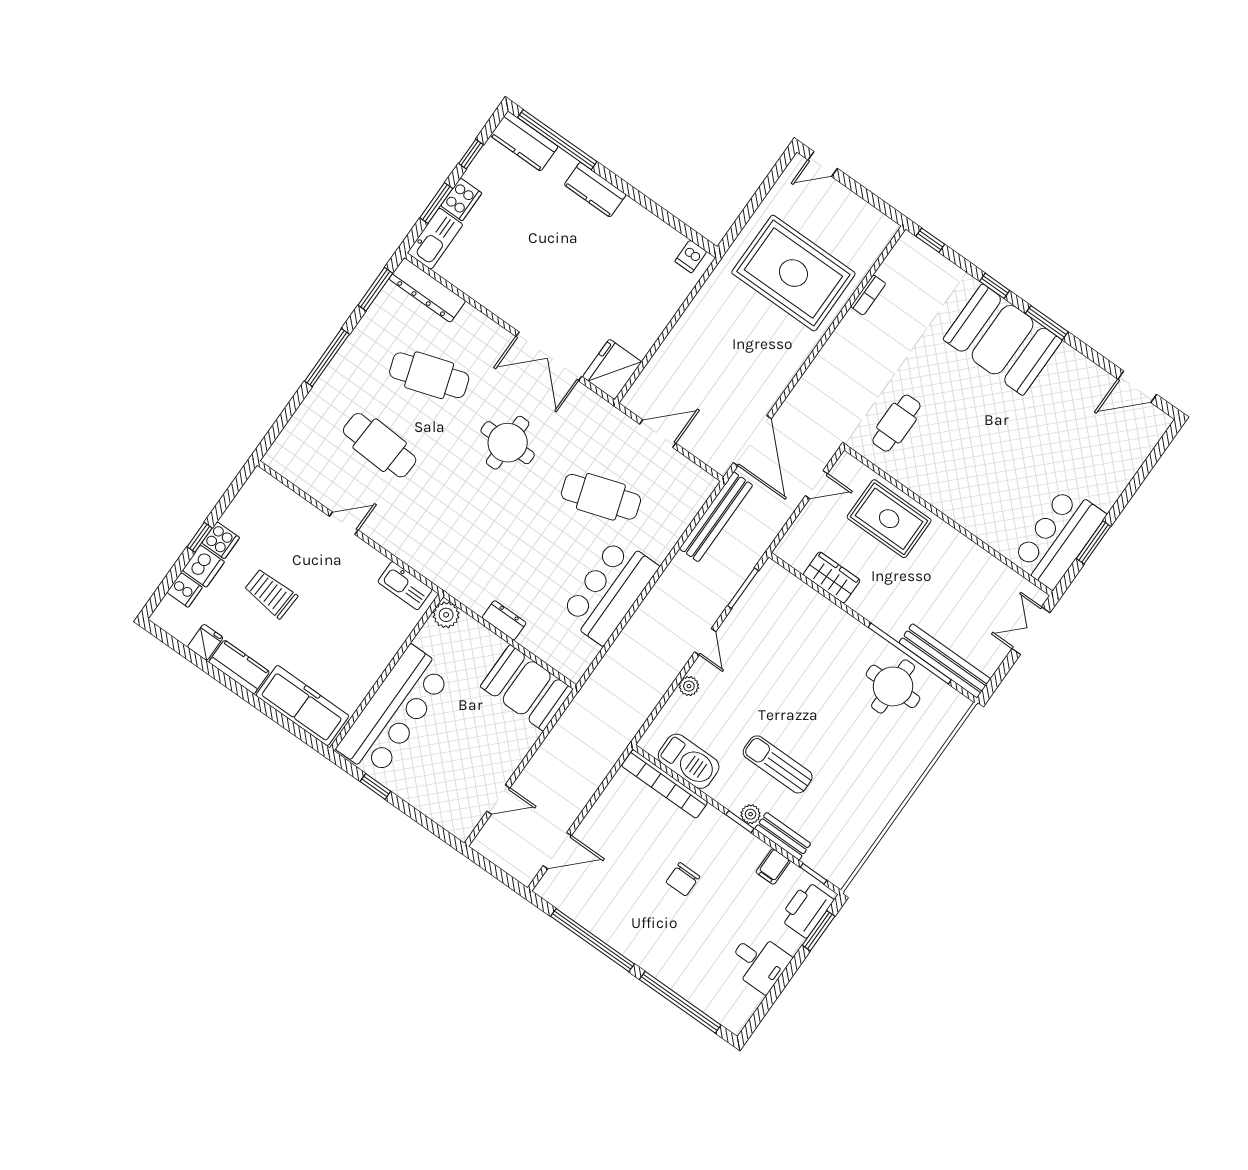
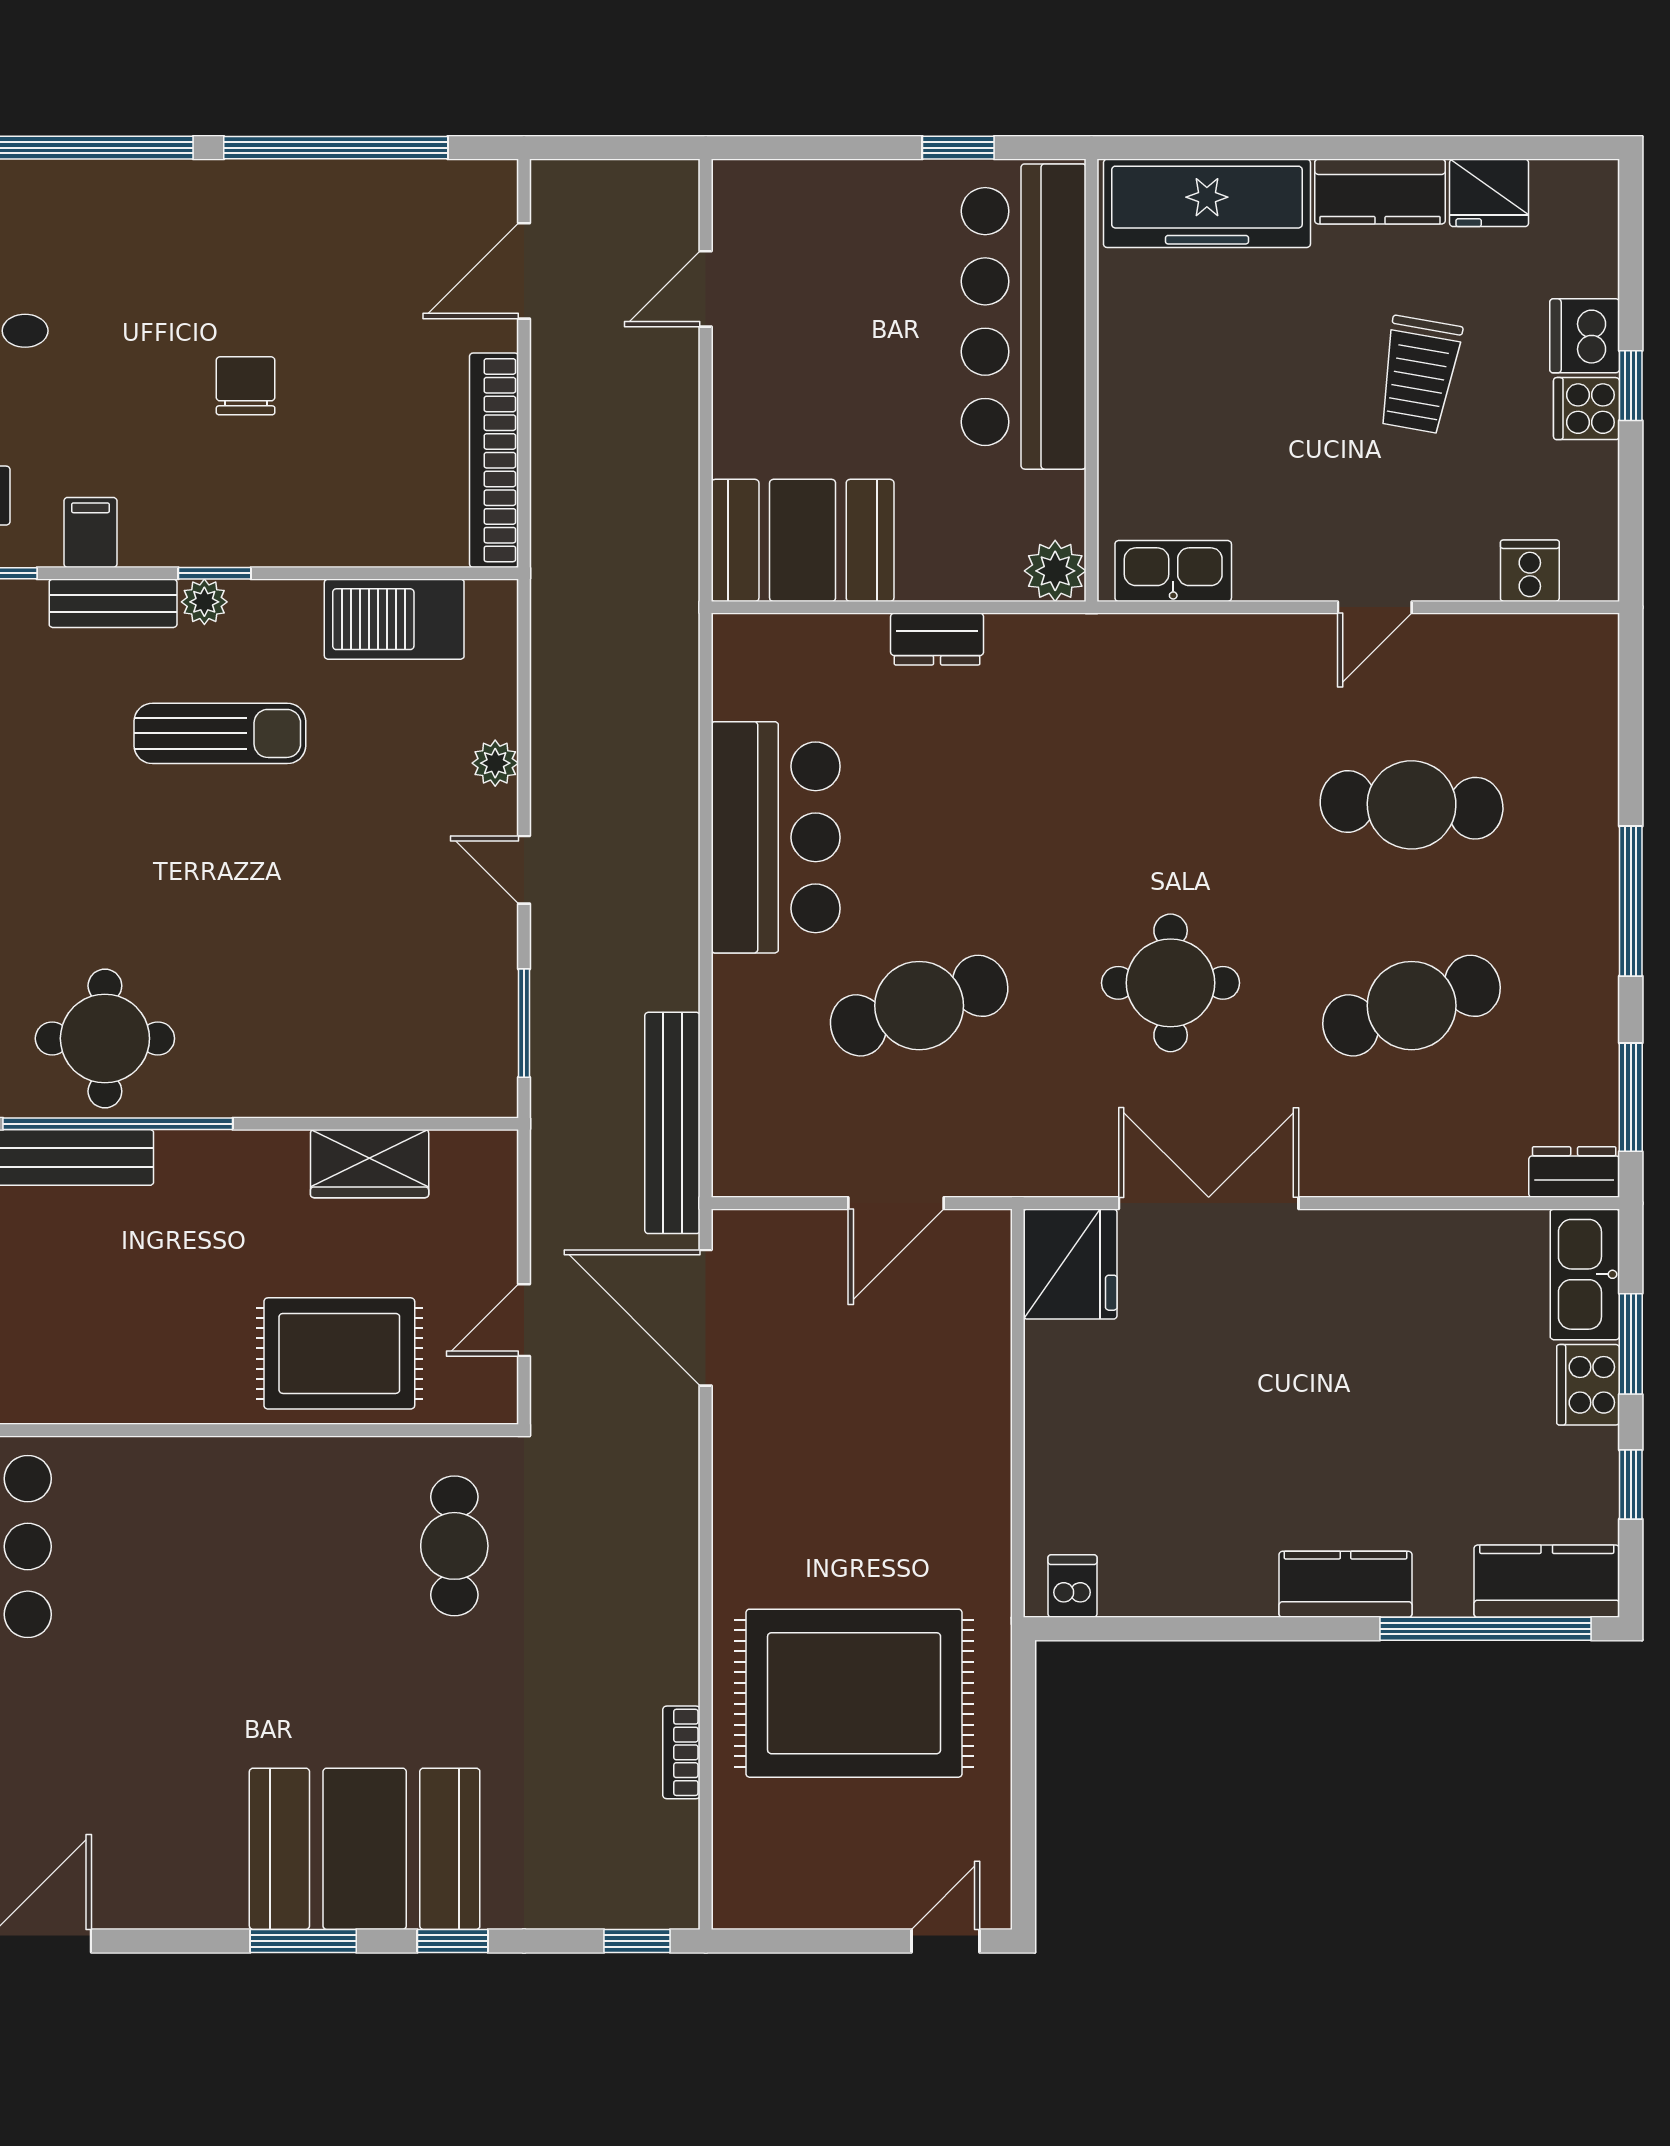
dresser: (427, 290) -> (1574, 1172), width x0.51, depth x0.80
cooker: (185, 590) -> (1530, 571), moved, turned 90
trolley: (271, 593) -> (1419, 375), turned 97
fridge: (205, 642) -> (1489, 193), width x1.38
bookcase: (665, 784) -> (494, 460), moved, turned -90

